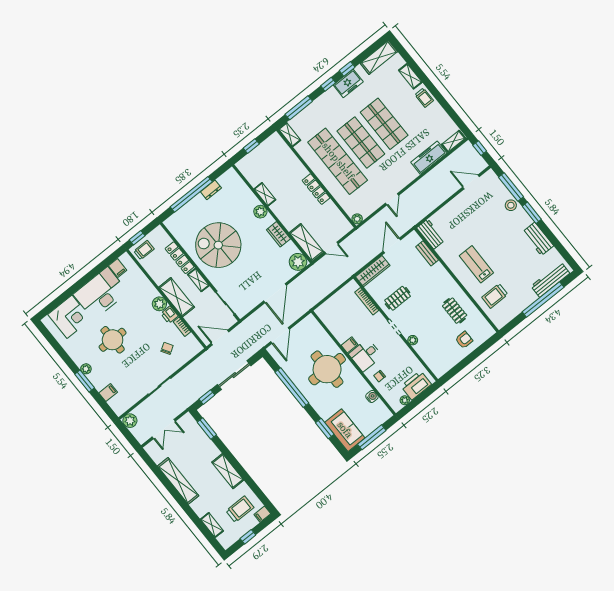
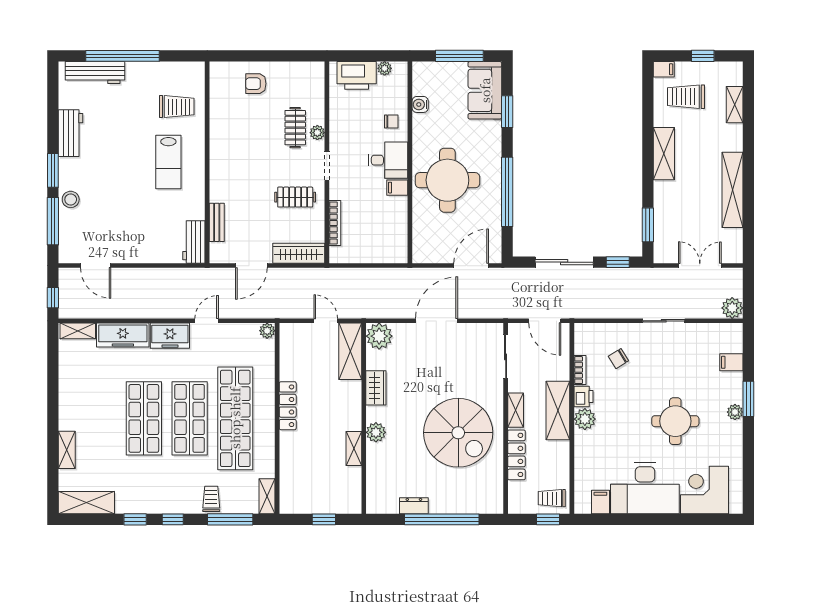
freezer: (348, 83) -> (170, 336), moved, turned 180
trolley: (424, 98) -> (211, 499), moved
clothes rail: (455, 311) -> (295, 128), moved

